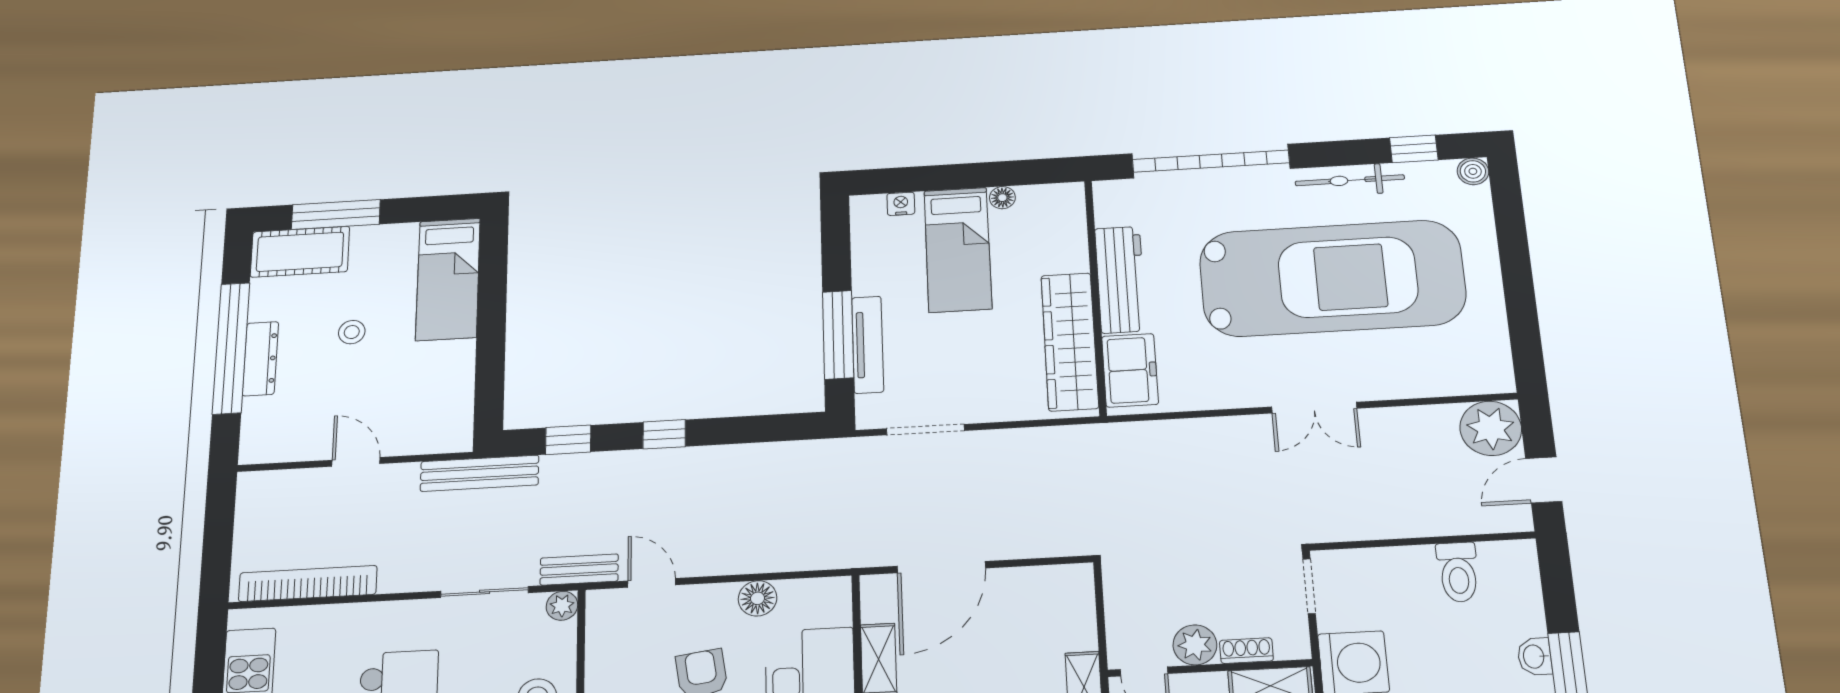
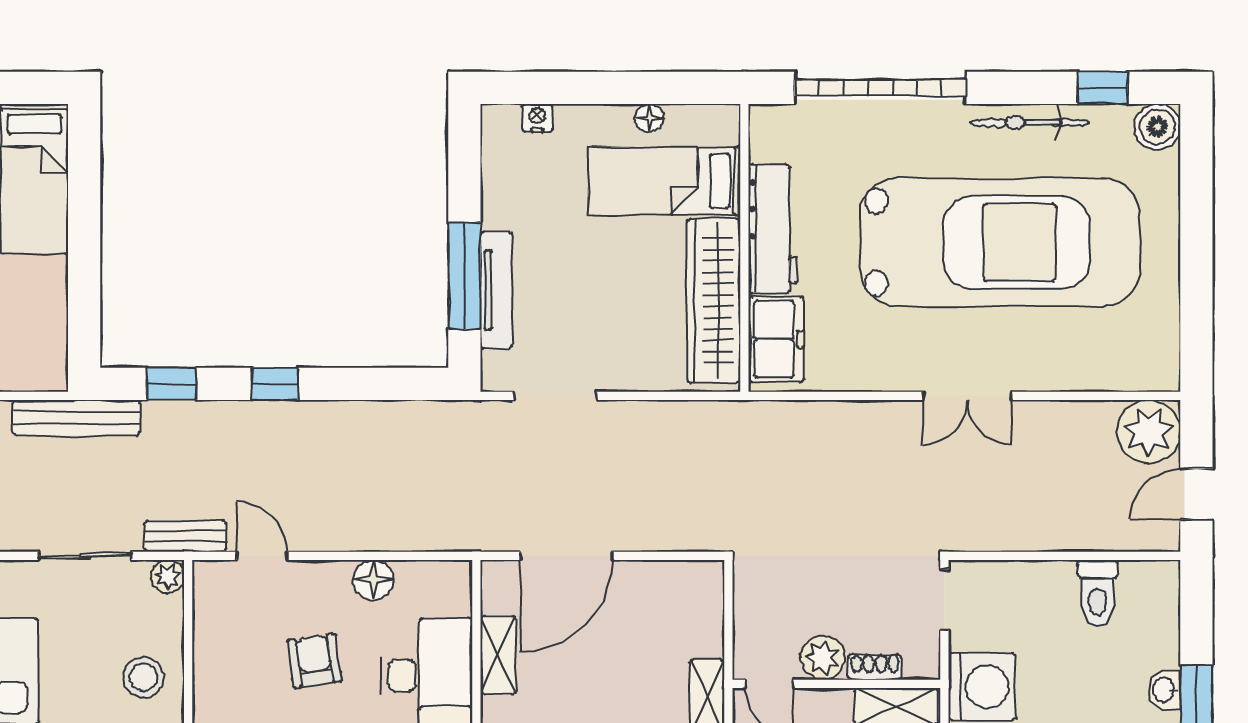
boiler: (1473, 171) -> (1157, 127), width x1.36, depth x1.36
bed: (958, 250) -> (664, 181), moved, turned 90

